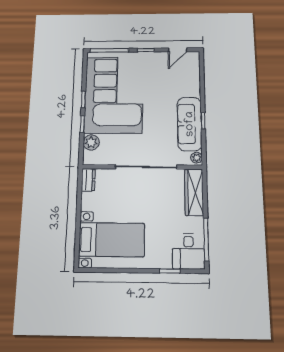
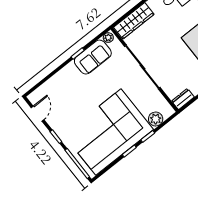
door: (178, 50) -> (38, 114), hinge flipped
sofa: (190, 124) -> (93, 57), width x0.73

